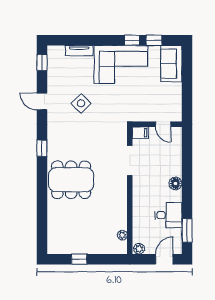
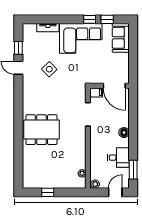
window: (42, 63) -> (18, 48), moved
door: (163, 124) -> (114, 86), width x1.87
window: (42, 148) -> (18, 105), removed

